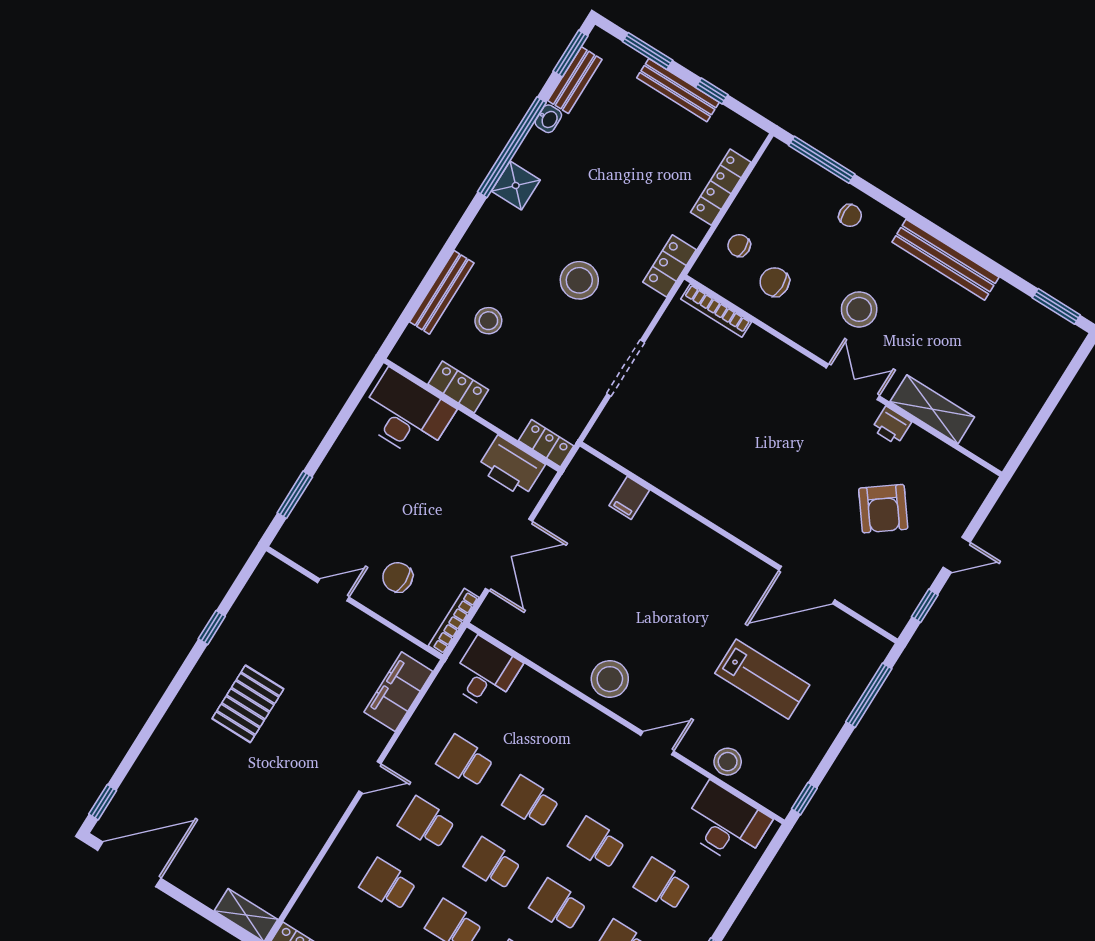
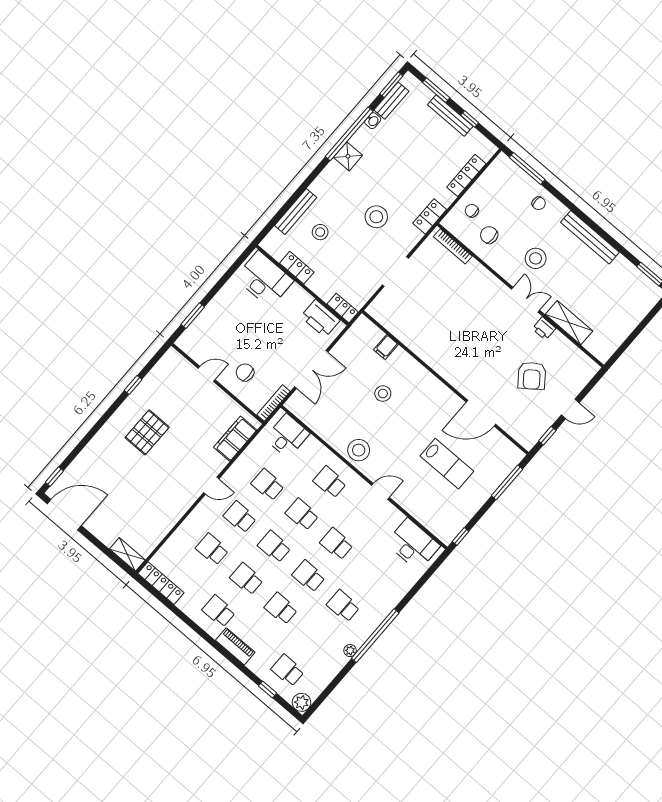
stool: (728, 762) -> (383, 394), moved
school desk: (662, 884) -> (330, 482), moved

